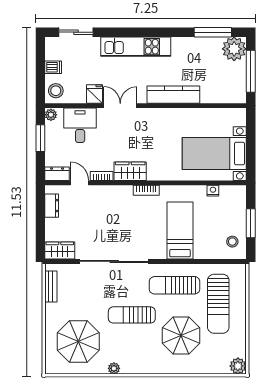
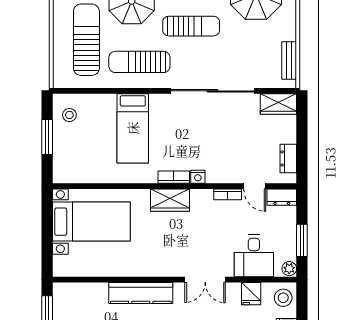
fridge: (94, 94) -> (251, 294), moved
wardrobe: (130, 171) -> (170, 200), moved
nightstand: (213, 191) -> (198, 177), moved
sun lounger: (175, 285) -> (139, 62), turned 180

